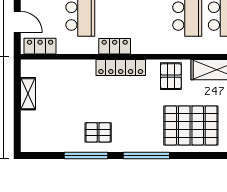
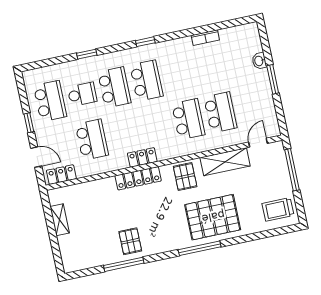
locker: (115, 46) -> (142, 157), moved
pallet: (98, 132) -> (130, 241), turned 90
window: (146, 155) -> (200, 248), moved

